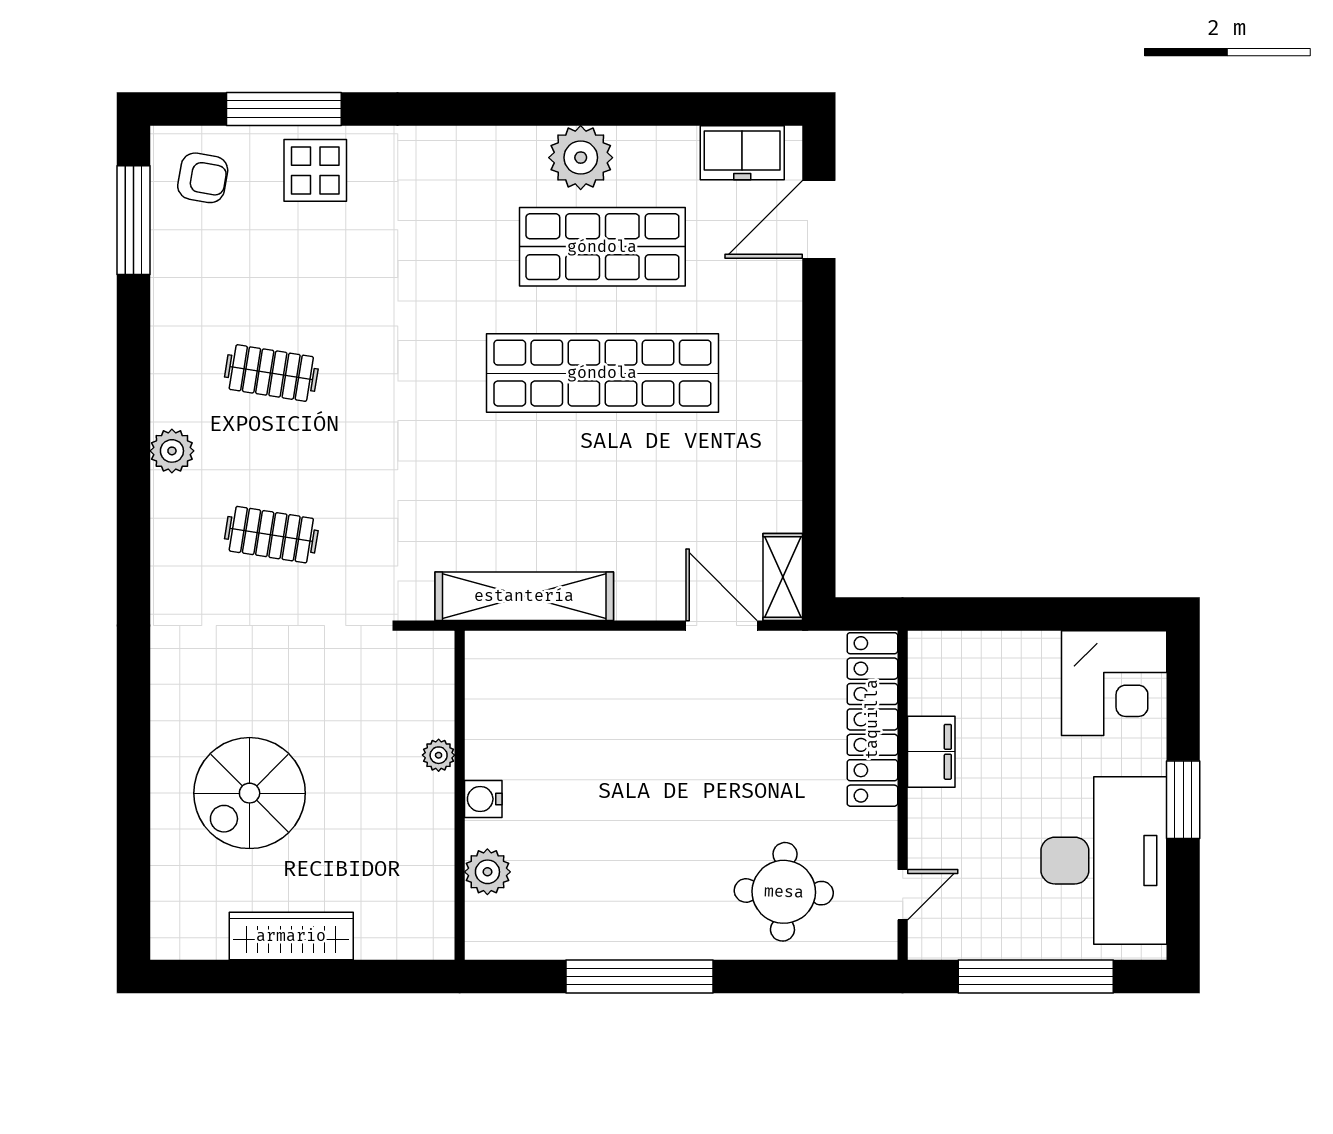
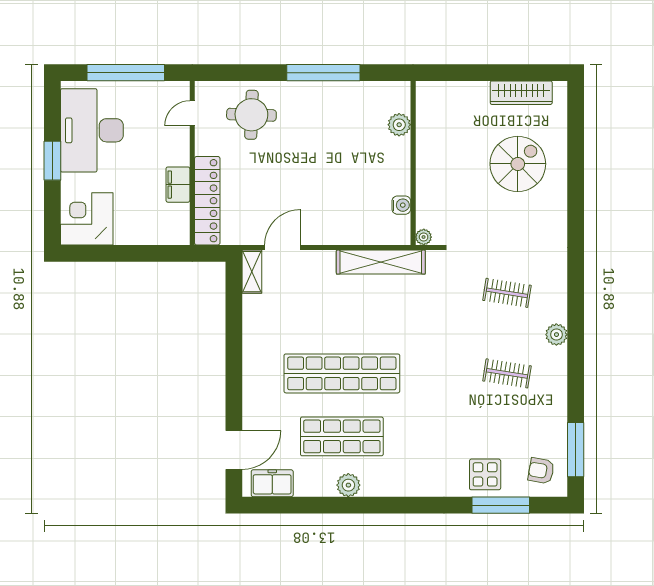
plant: (581, 158) -> (348, 485), width x0.73, depth x0.73
door: (721, 626) -> (283, 248), swing flipped
plant: (439, 755) -> (424, 237), moved
water cooler: (483, 799) -> (401, 205), moved
wardrobe: (291, 936) -> (521, 93), moved

